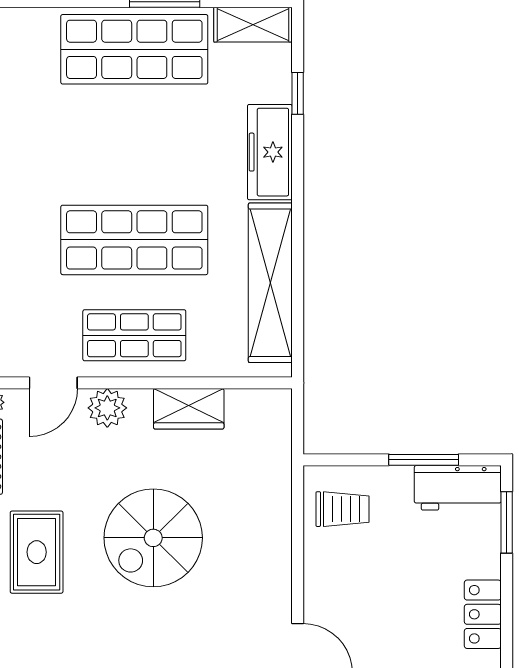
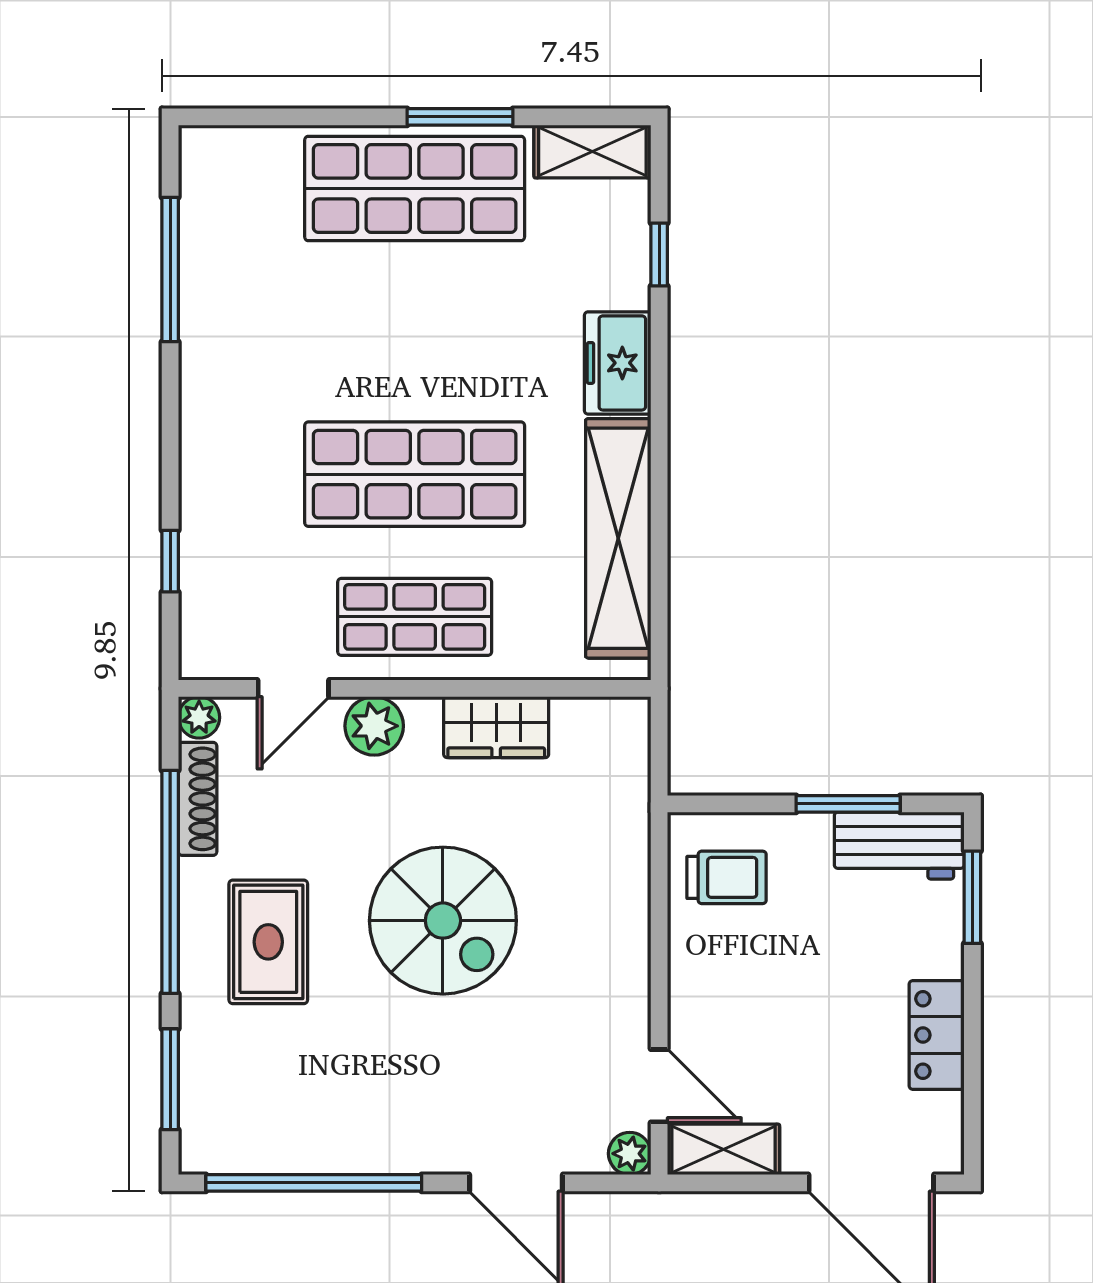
freezer: (270, 152) -> (618, 363), width x0.71
spiral stairs: (153, 538) -> (443, 921), turned -90

